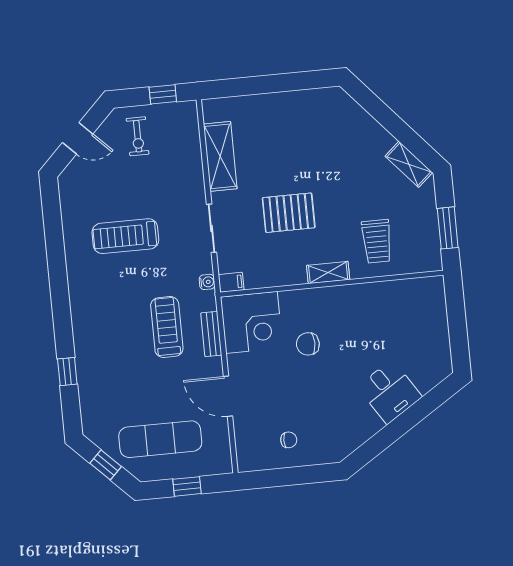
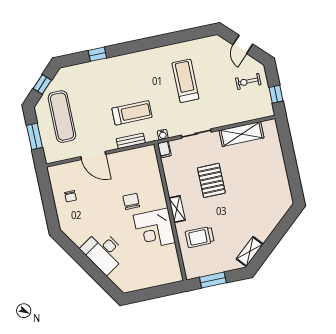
corner desk: (252, 322) -> (154, 229), moved
desk: (390, 392) -> (104, 252), width x1.37
door: (228, 396) -> (93, 156), swing flipped
window: (187, 486) -> (35, 136), width x1.50

